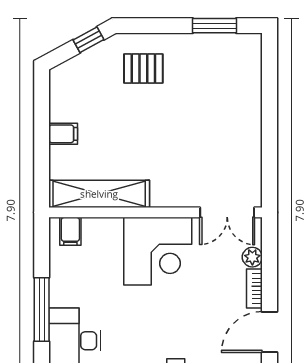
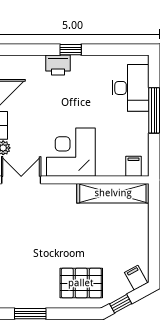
pallet: (143, 69) -> (81, 283), width x1.50, depth x1.42
filing cabinet: (63, 134) -> (136, 278), moved, turned 61

